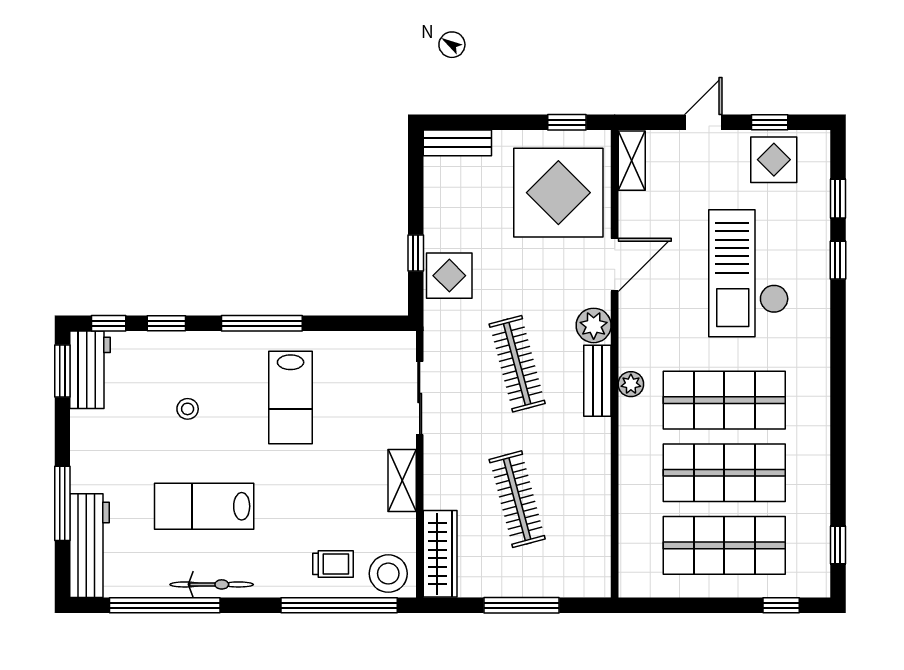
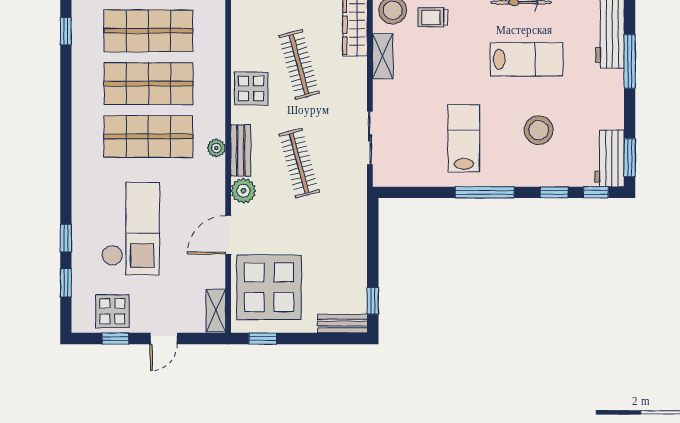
window: (416, 253) -> (373, 301), moved
display table: (449, 276) -> (251, 88), moved
stool: (188, 409) -> (539, 130), width x1.89, depth x1.89
shelving: (402, 480) -> (383, 56), moved

